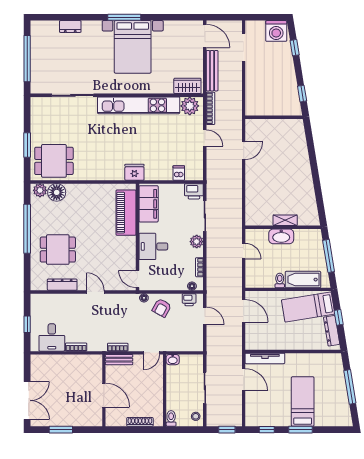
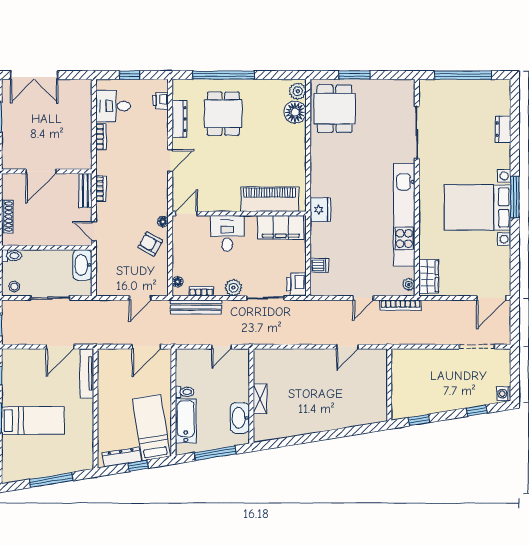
washing machine: (276, 31) -> (504, 394), width x0.53, depth x0.53
bench: (212, 71) -> (196, 307), moved
plant: (190, 106) -> (409, 284), width x0.53, depth x0.53
door: (244, 151) -> (347, 347), hinge flipped
window: (27, 229) -> (224, 75), moved
washbasin: (281, 236) -> (240, 418), moved
printer: (189, 300) -> (161, 101), moved
washbasin: (173, 360) -> (82, 265), width x1.91, depth x1.45

